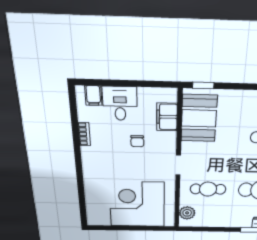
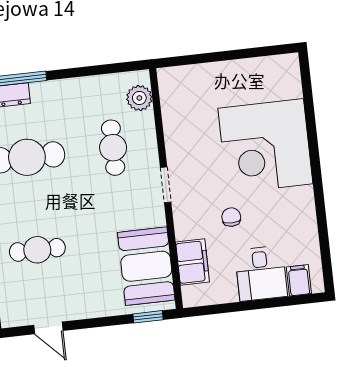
bookcase: (84, 134) -> (309, 218), removed
cafe table: (208, 189) -> (113, 148), turned 90
corner desk: (137, 204) -> (265, 146), moved, turned 90

